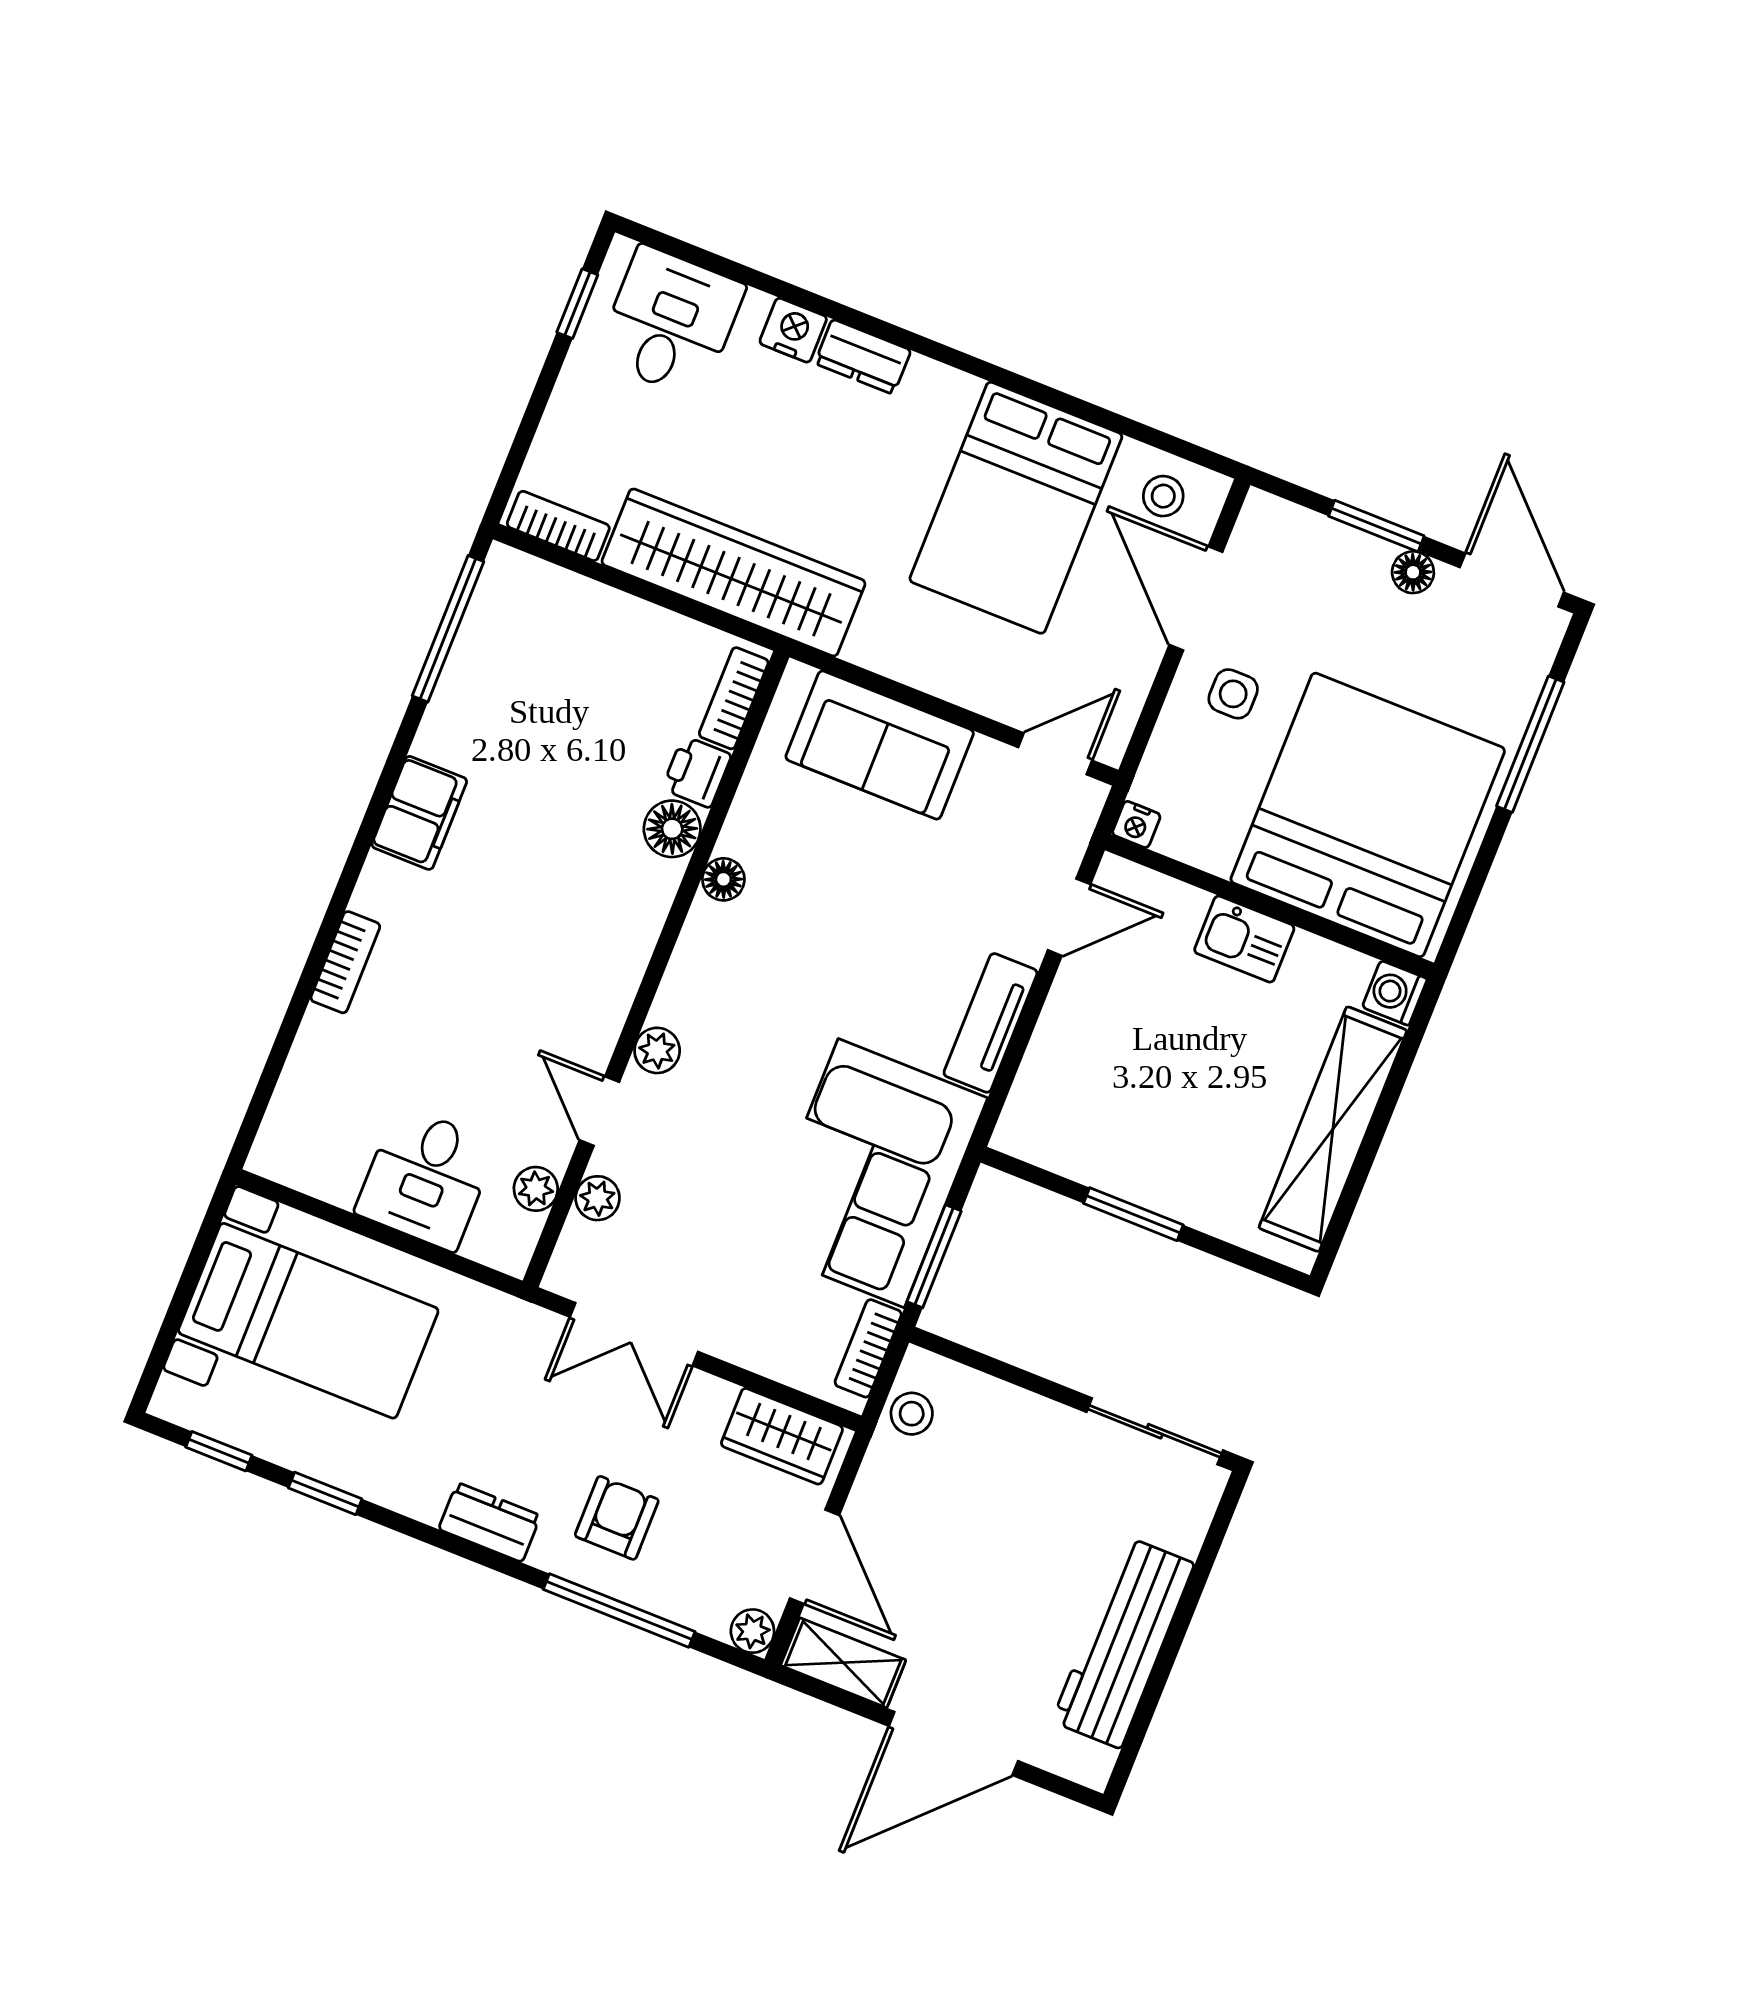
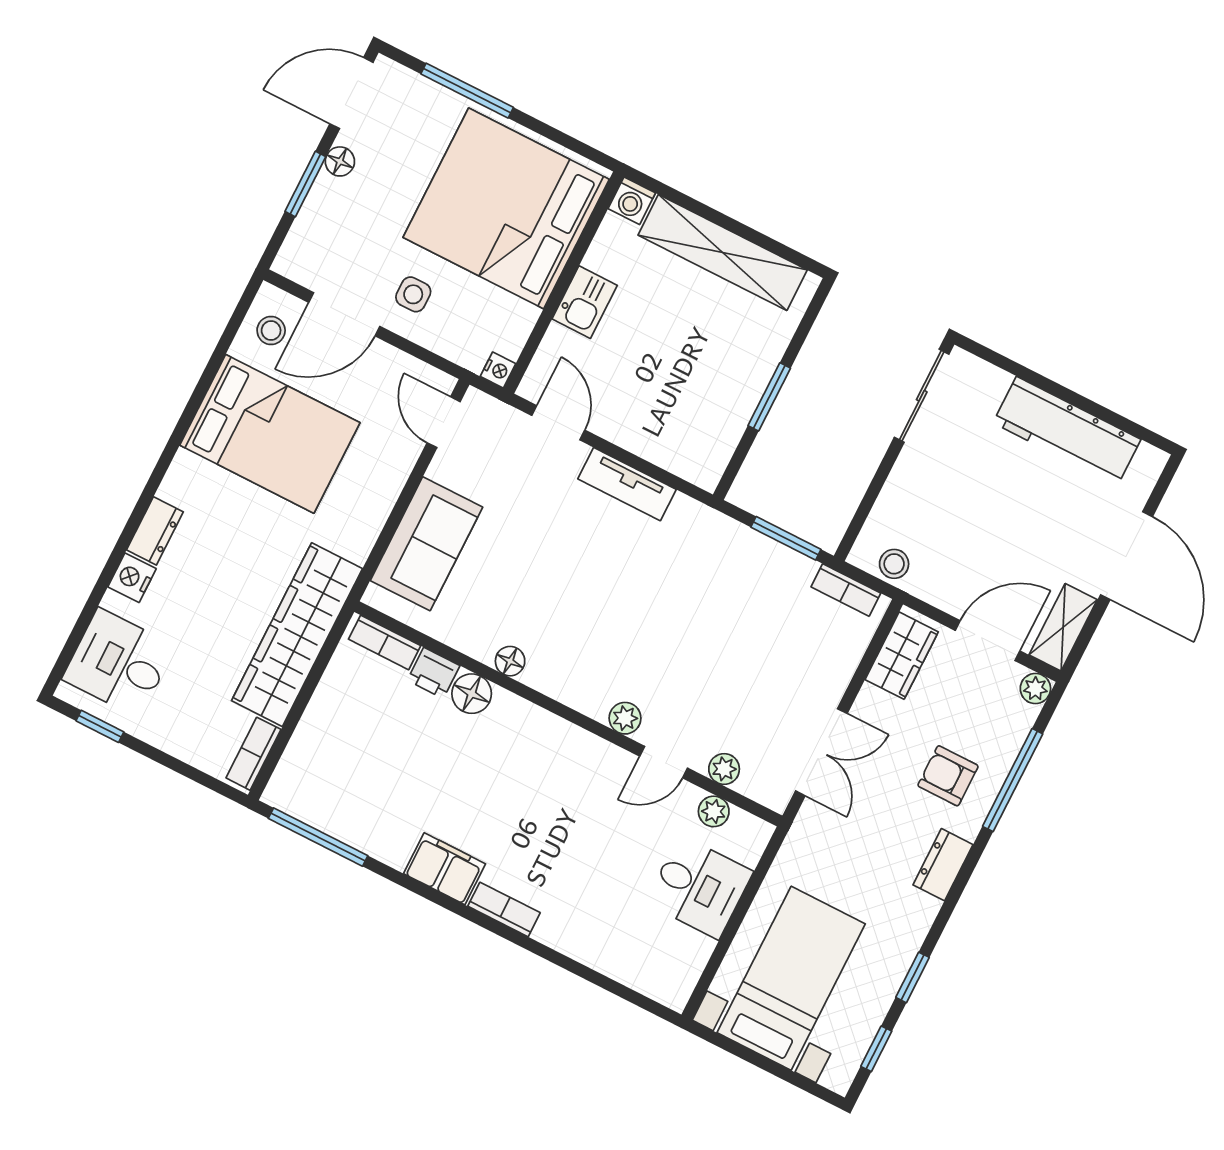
bookcase: (345, 962) -> (504, 909), moved
corner sofa: (871, 1173) -> (724, 577), removed

